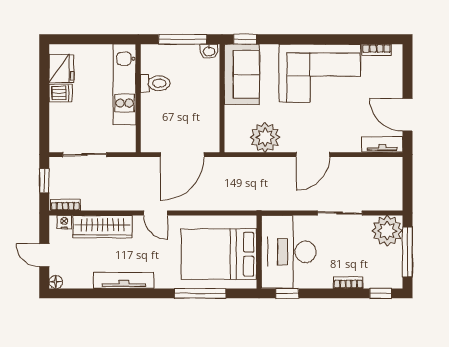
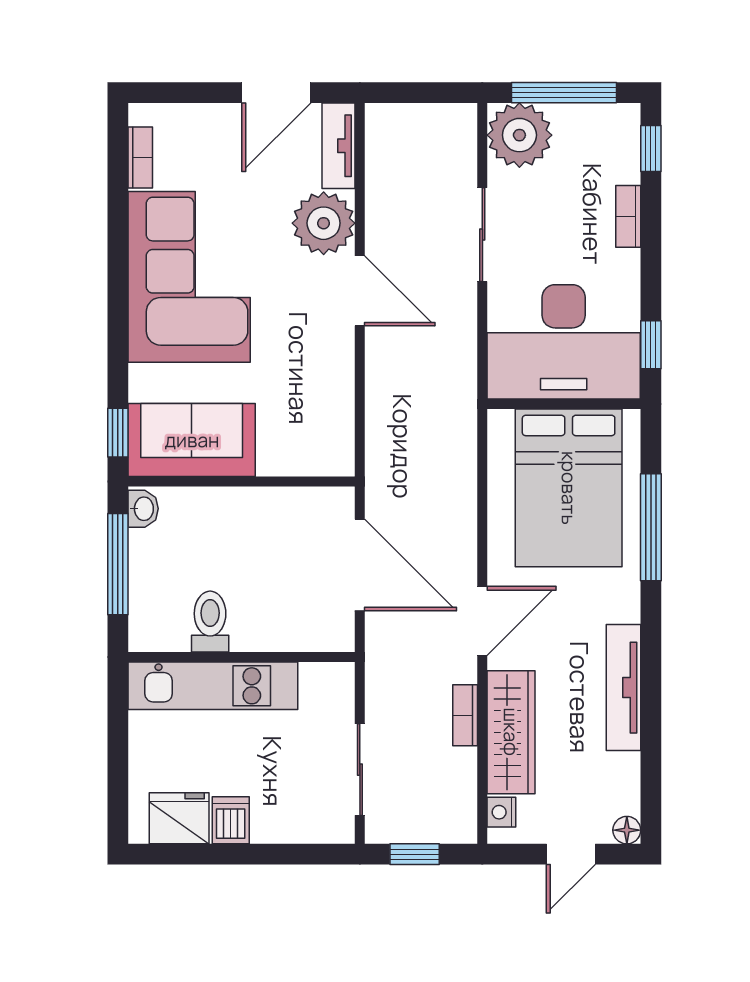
plant: (265, 137) -> (324, 223), moved
bookcase: (65, 205) -> (465, 715), moved
door: (156, 213) -> (482, 621), width x1.38

